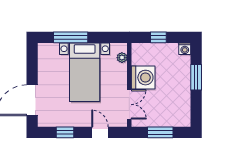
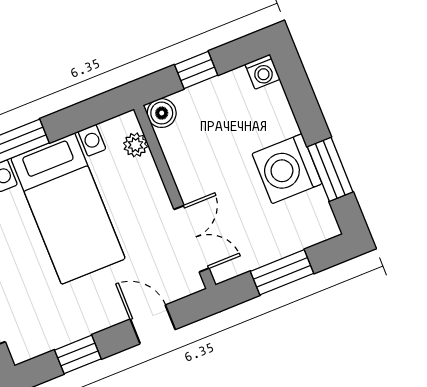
boiler: (138, 49) -> (162, 113), added
window: (196, 77) -> (330, 169), moved
washing machine: (143, 78) -> (287, 169), moved, turned 180

